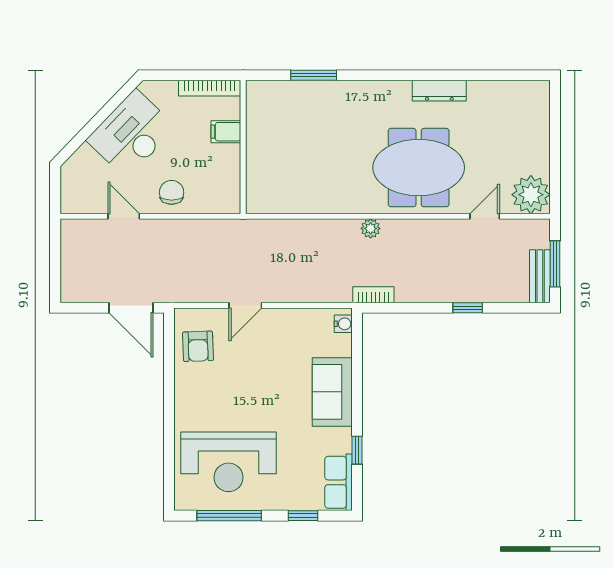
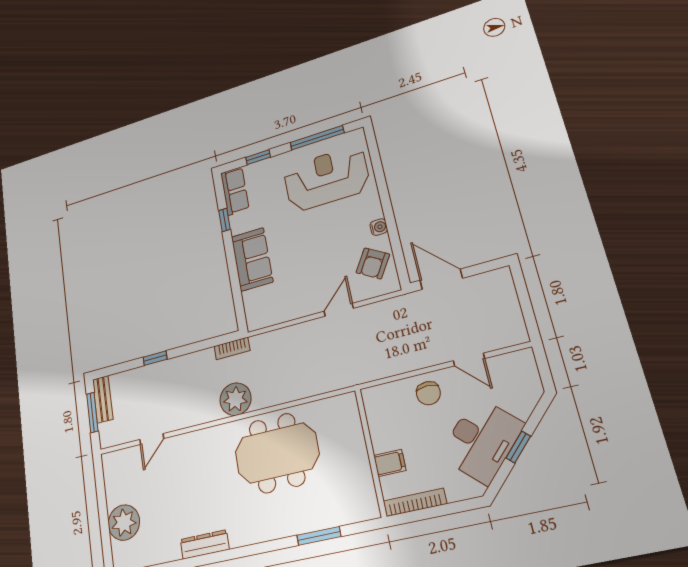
window: (98, 119) -> (518, 447), added
meeting table: (419, 168) -> (277, 453), moved
plant: (531, 195) -> (124, 523), moved
plant: (371, 228) -> (235, 399), width x1.88, depth x1.88
water cooler: (343, 324) -> (379, 227), moved, turned 180
armchair: (198, 346) -> (373, 263), turned -147

